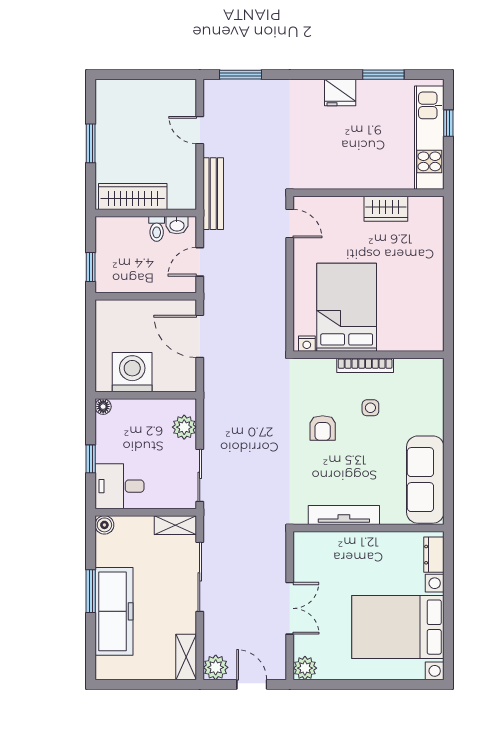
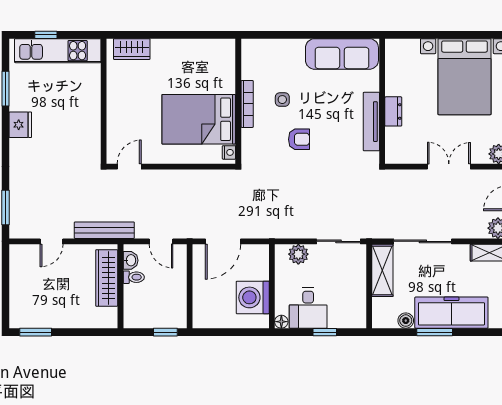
window: (91, 143) -> (36, 332), moved
wardrobe: (133, 196) -> (107, 278), moved
wardrobe: (386, 209) -> (132, 49), moved, turned 90
desk: (119, 486) -> (308, 308), moved
boiler: (104, 525) -> (406, 321), moved
shelving: (175, 525) -> (382, 270), width x1.50, depth x1.33
dresser: (434, 555) -> (393, 111), moved, turned -90

